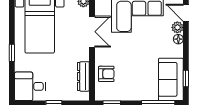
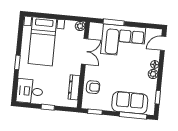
door: (186, 13) -> (163, 43), hinge flipped
plant: (177, 27) -> (153, 74), moved
sofa: (171, 79) -> (130, 103), moved, turned 90

